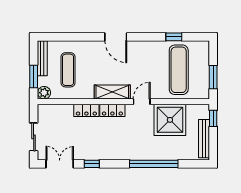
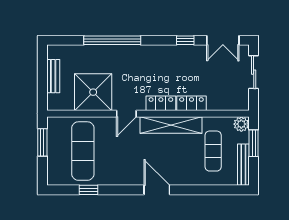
shelving: (112, 92) -> (171, 125), width x1.47
window: (213, 118) -> (42, 94), removed
bench: (204, 139) -> (53, 76), width x0.73

